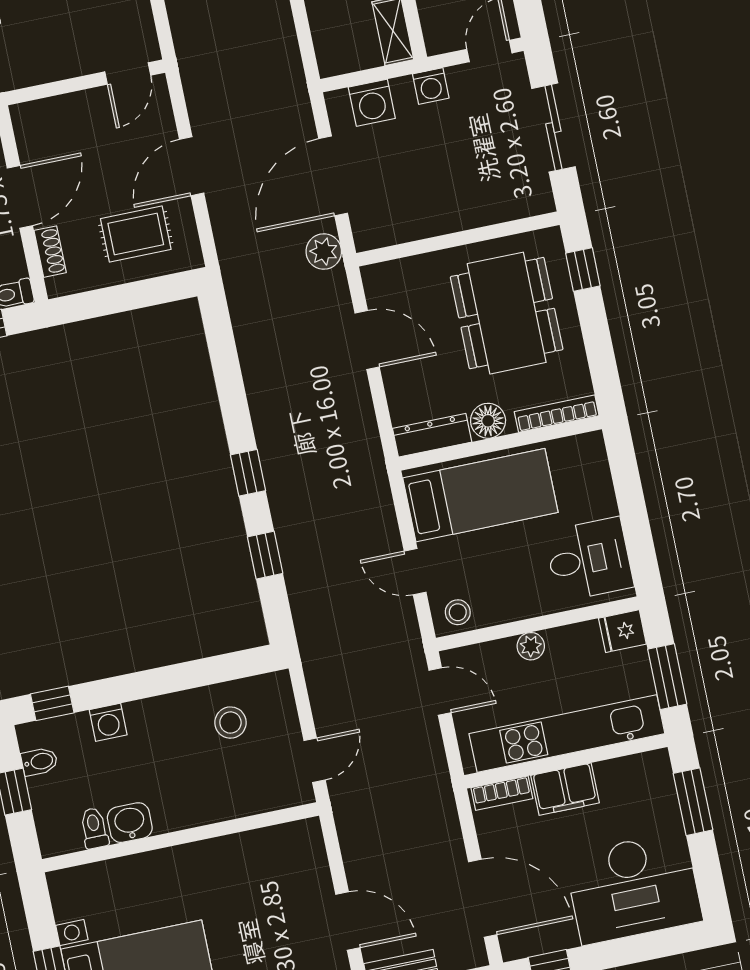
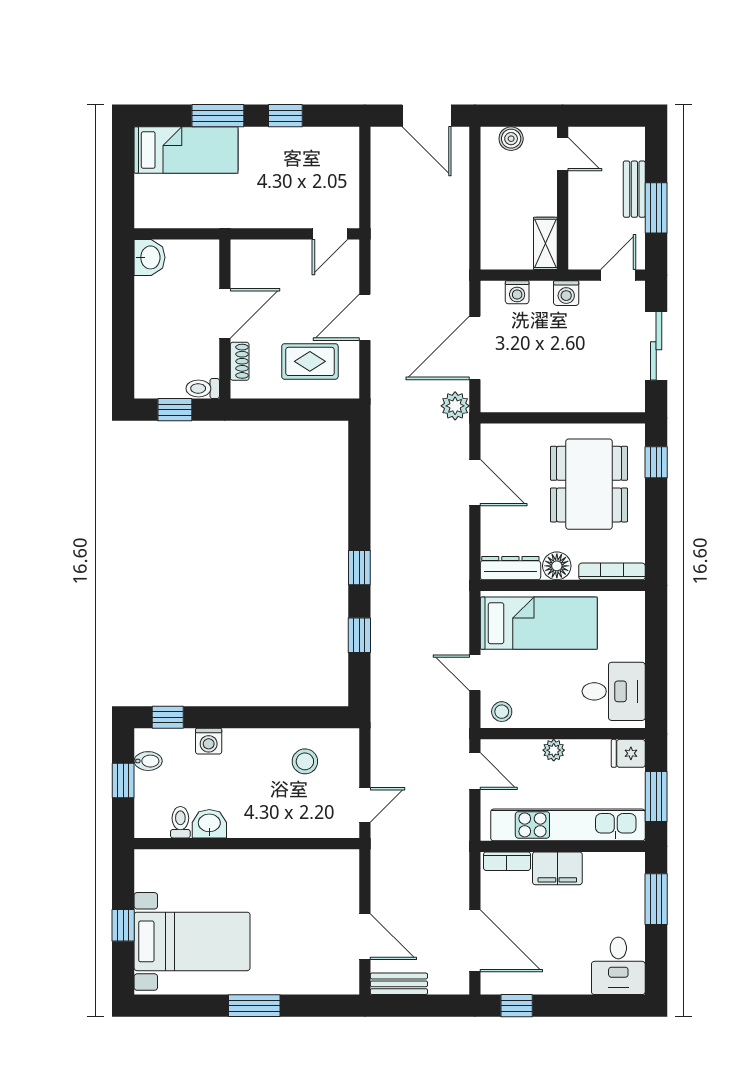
washing machine: (372, 103) -> (517, 292), width x0.73, depth x0.73
desk: (633, 888) -> (618, 966), width x0.53, depth x0.77

